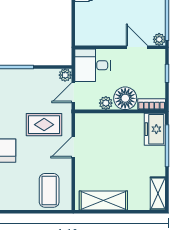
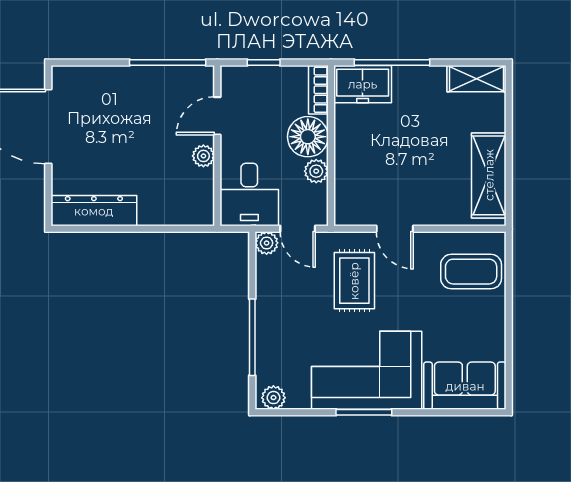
plant: (159, 39) -> (203, 156), moved

